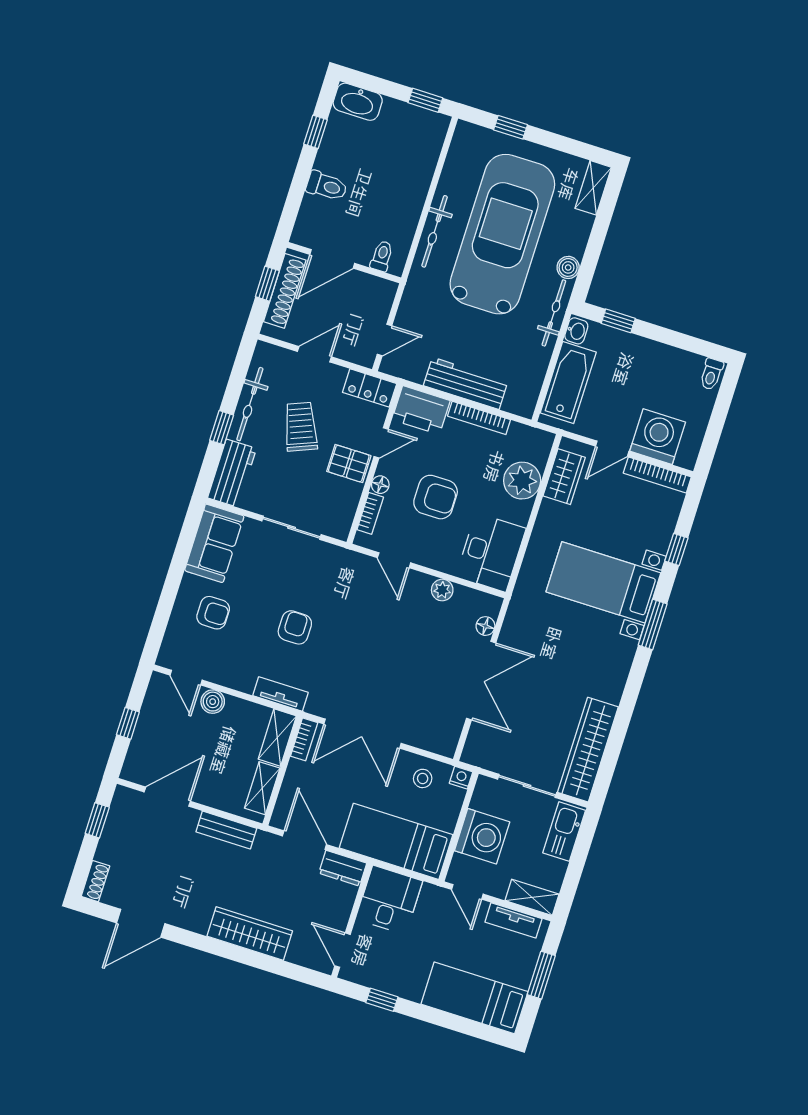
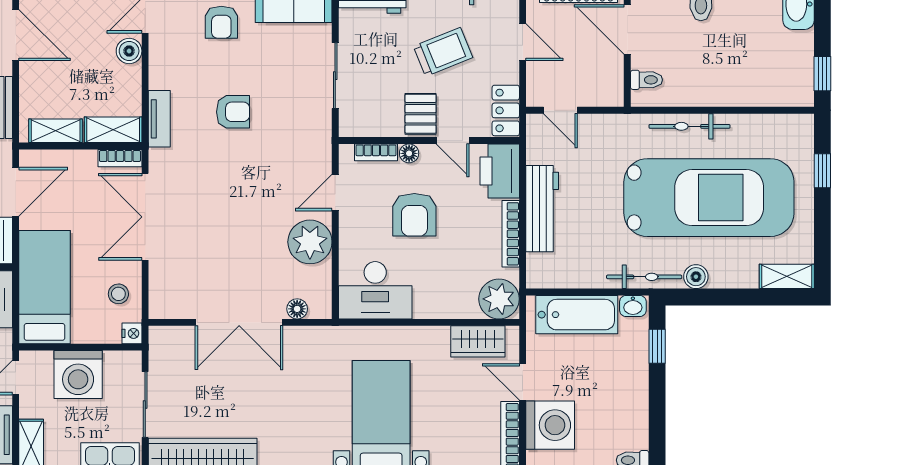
plant: (522, 481) -> (499, 299), moved
plant: (442, 590) -> (310, 242), width x1.88, depth x1.88

